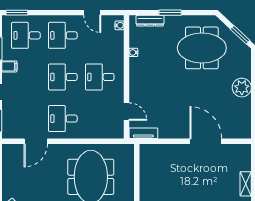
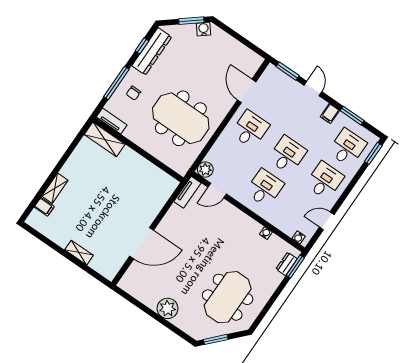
window: (170, 13) -> (295, 266), moved
dresser: (150, 21) -> (287, 264), width x0.70
plant: (117, 132) -> (205, 170), added

